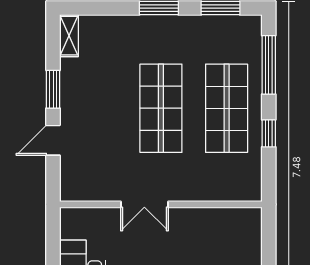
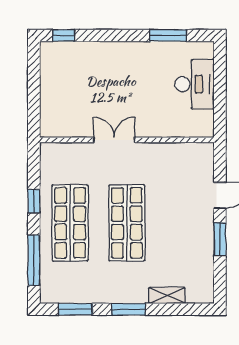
shelving: (69, 36) -> (167, 295), moved, turned 90
double door: (144, 204) -> (114, 140), moved

